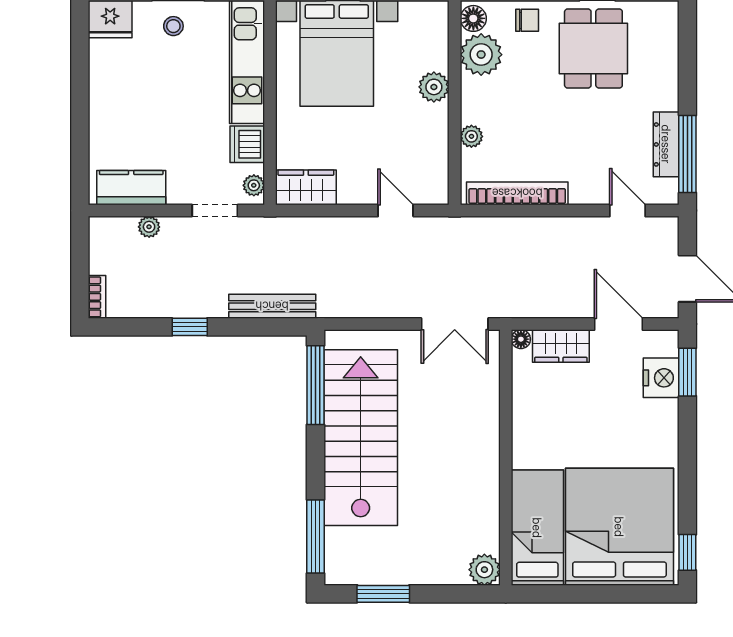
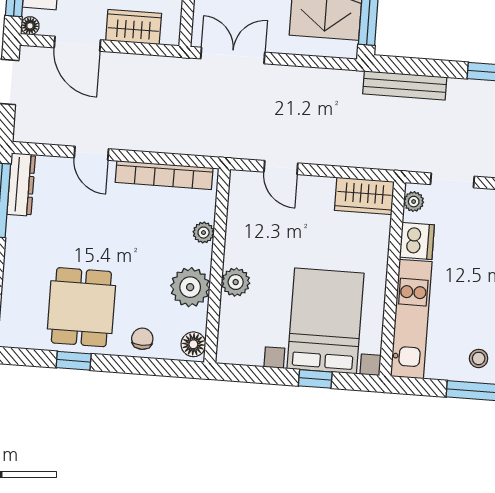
chair: (527, 20) -> (142, 339), turned 90
plant: (481, 55) -> (190, 287), moved
dresser: (666, 144) -> (21, 185), moved
door: (628, 210) -> (91, 153), moved
floor lamp: (521, 339) -> (30, 26), moved

